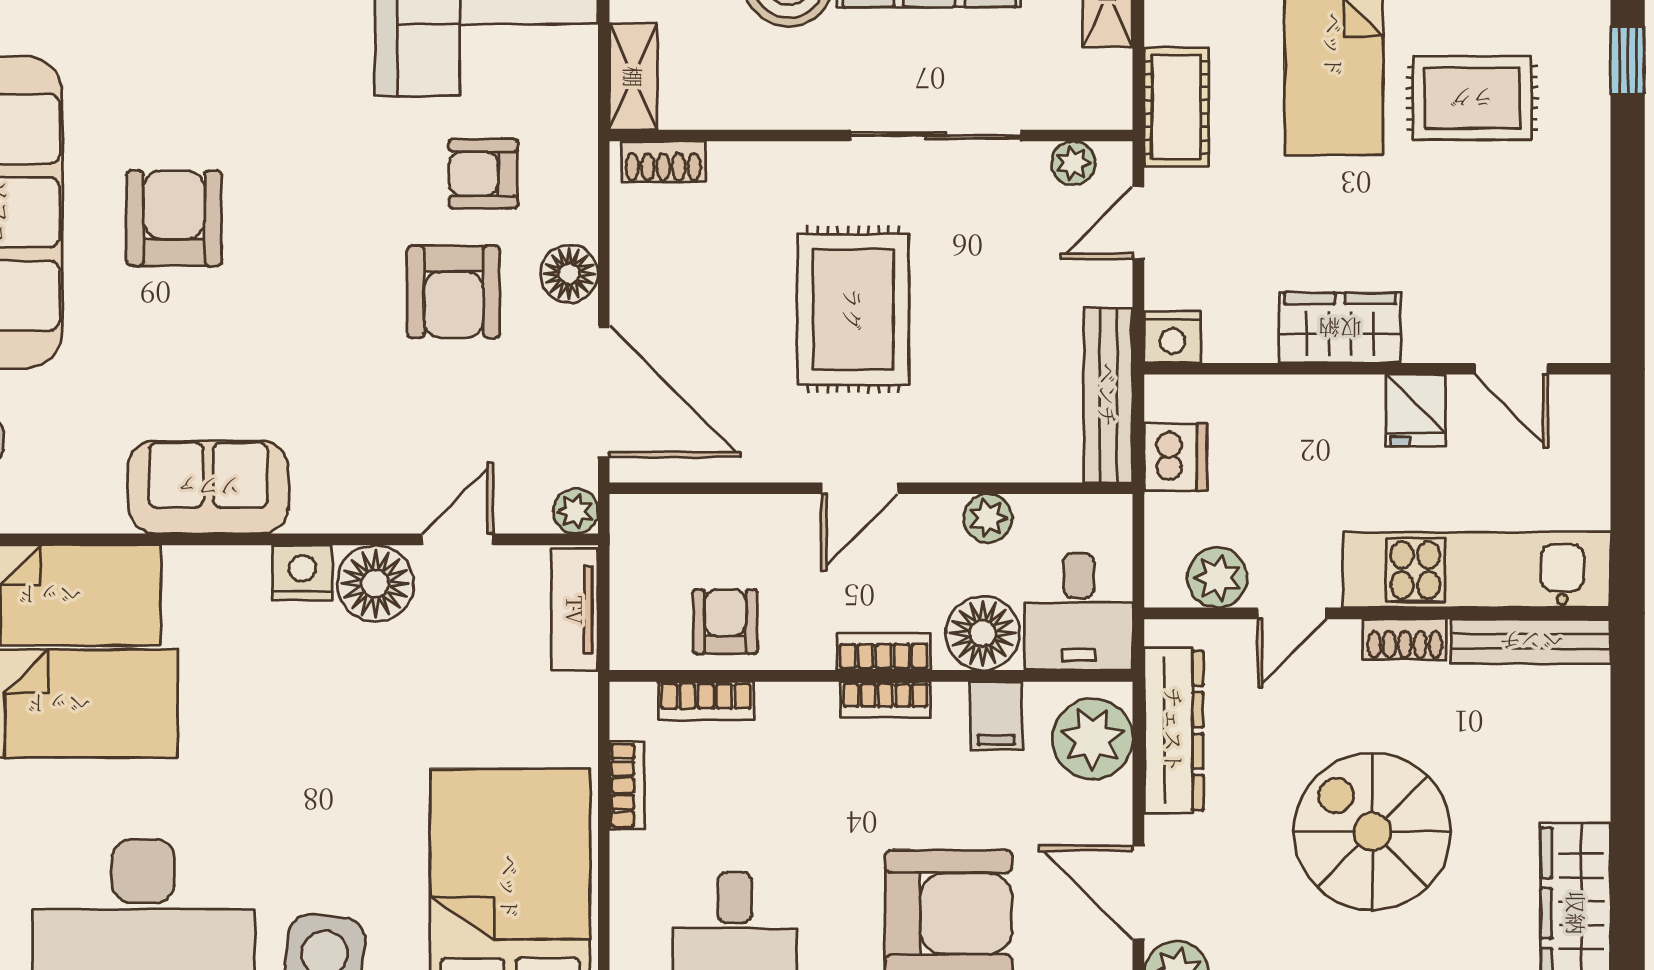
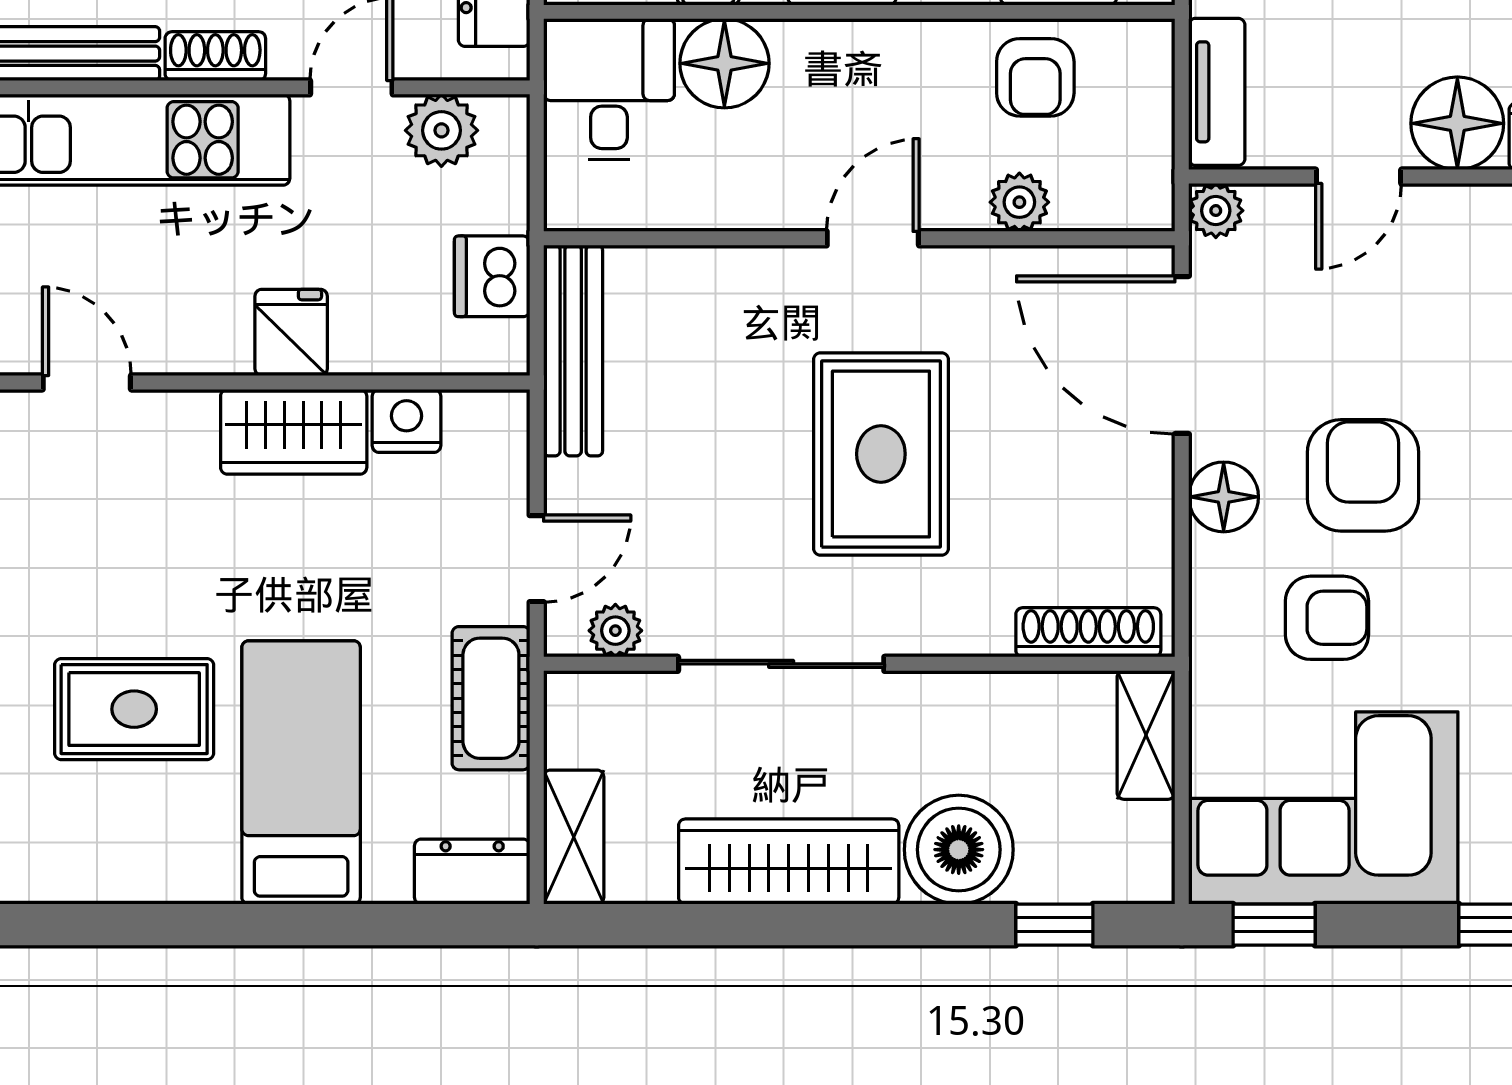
shoe rack: (663, 162) -> (1088, 632), width x1.43
nightstand: (1173, 337) -> (406, 421), moved
fridge: (1416, 410) -> (291, 333), moved
plant: (988, 518) -> (1019, 202), moved
bookcase: (884, 652) -> (844, 41), removed

